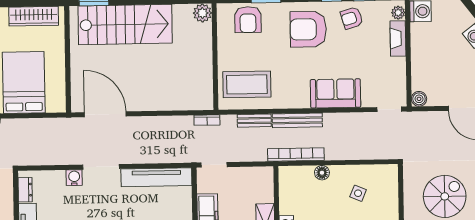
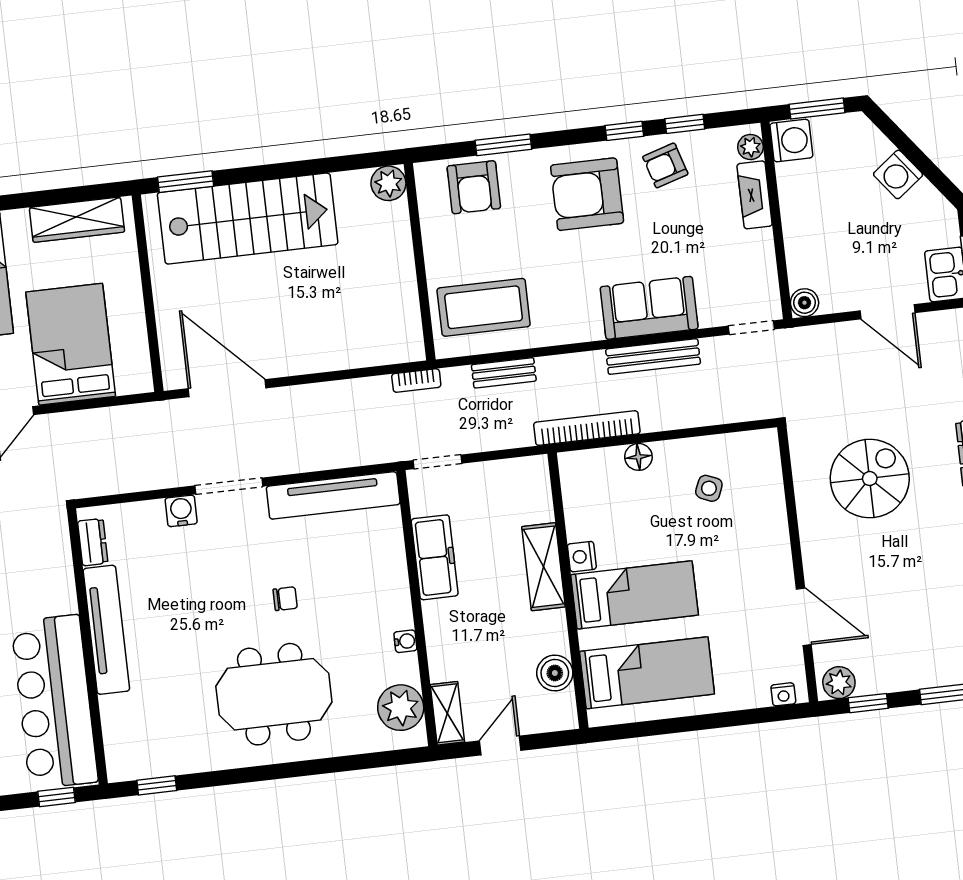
bench: (297, 120) -> (653, 357), moved

